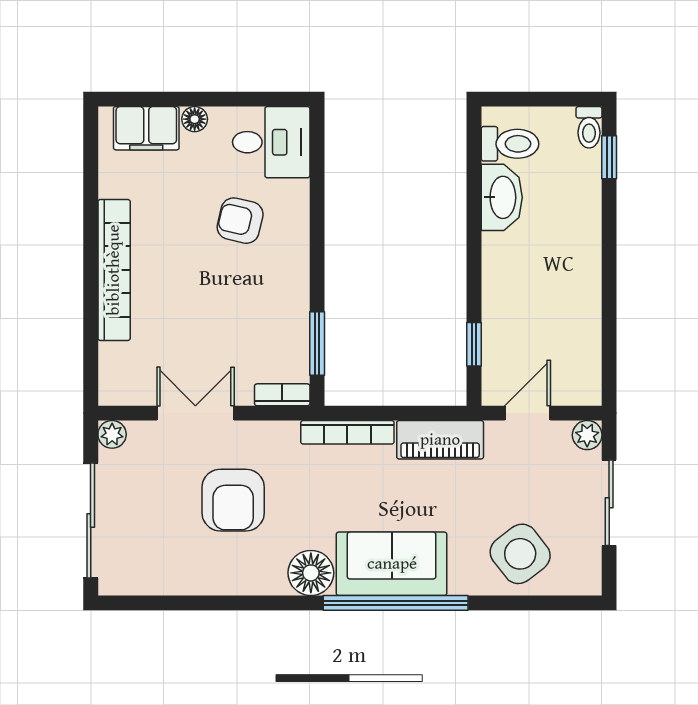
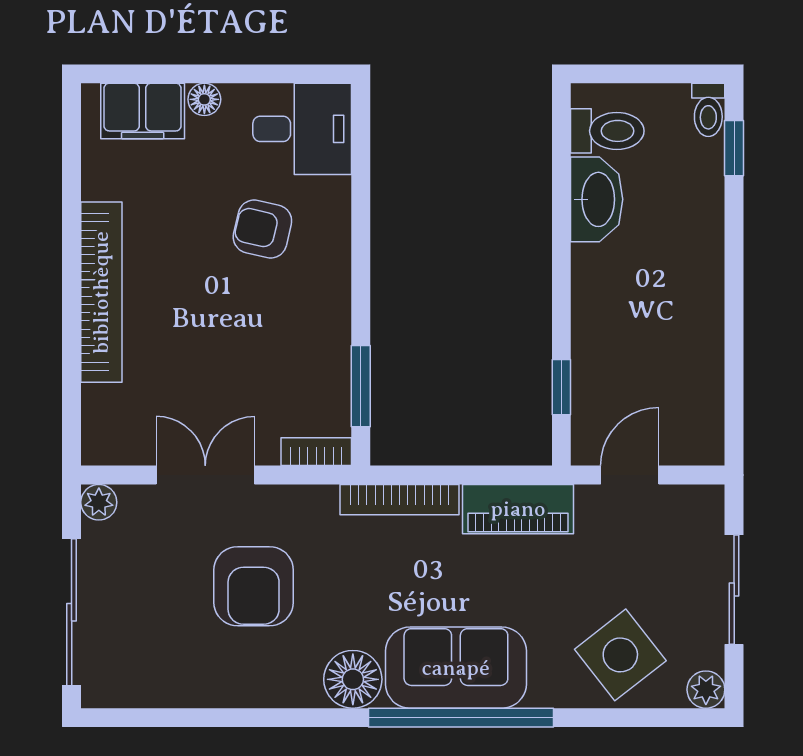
plant: (587, 435) -> (706, 690), moved

